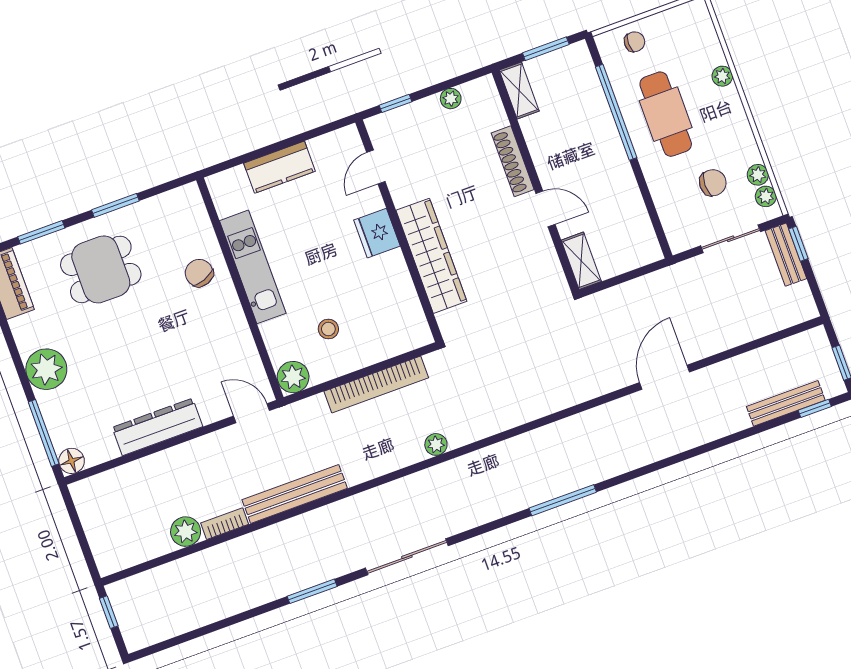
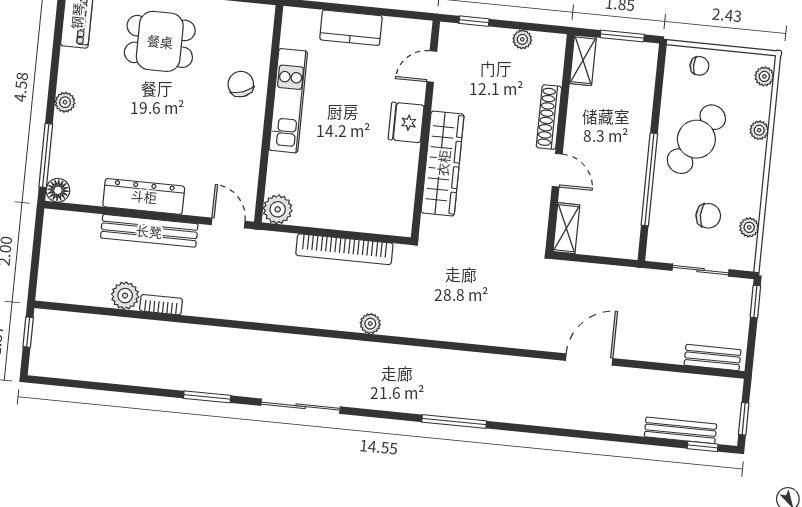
window: (616, 112) -> (649, 179), moved
cafe table: (666, 114) -> (696, 139), turned 31
plant: (766, 196) -> (764, 76), moved
bench: (786, 255) -> (713, 357), moved, turned 90
stool: (328, 329) -> (327, 183), removed
plant: (46, 369) -> (65, 102), width x0.53, depth x0.53
bench: (295, 494) -> (149, 231), moved

